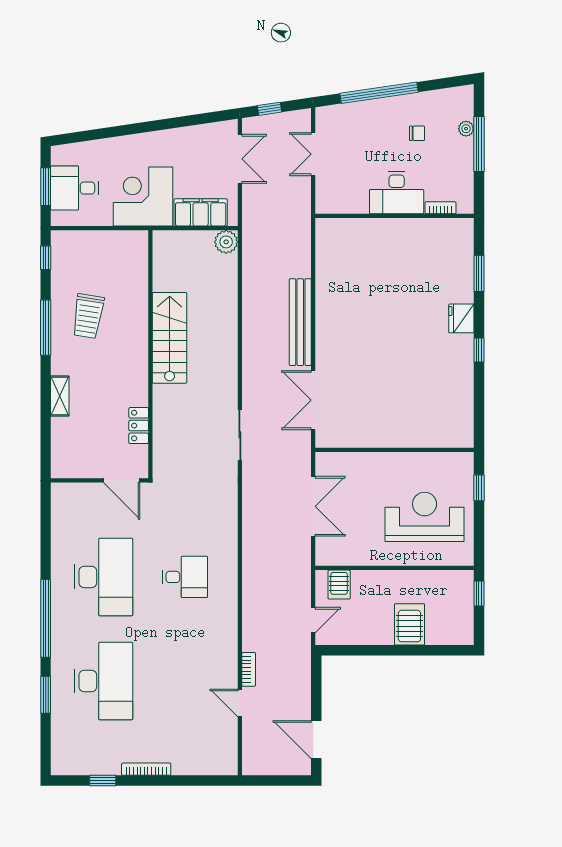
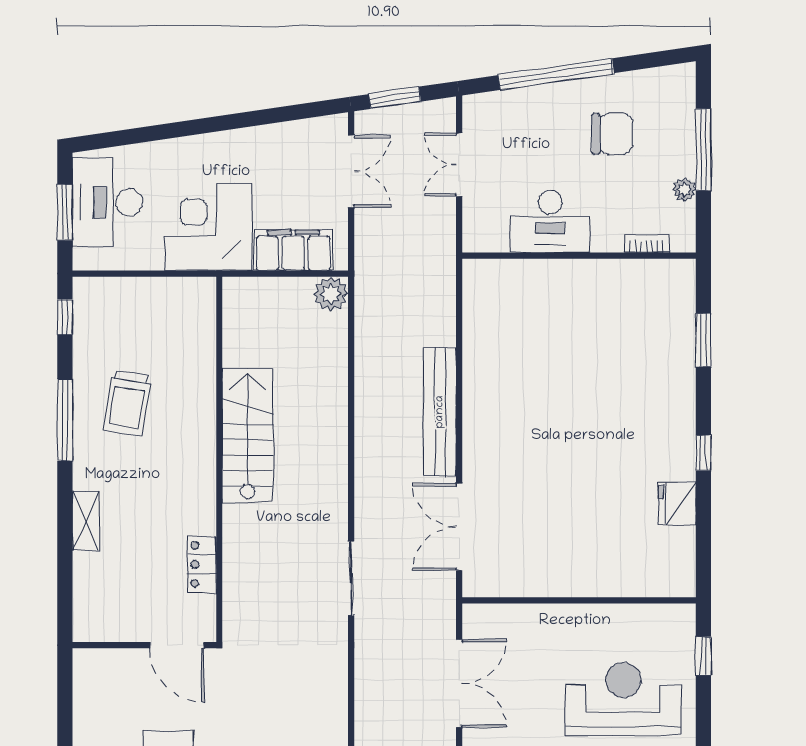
window: (270, 109) -> (395, 98), width x1.50
plant: (466, 129) -> (684, 189), moved
chair: (417, 133) -> (612, 134), width x1.87, depth x1.87
desk: (75, 188) -> (108, 202), width x1.37
desk: (397, 193) -> (550, 221), moved
fridge: (461, 318) -> (677, 503), moved

